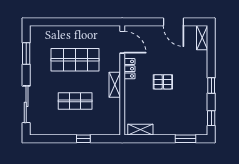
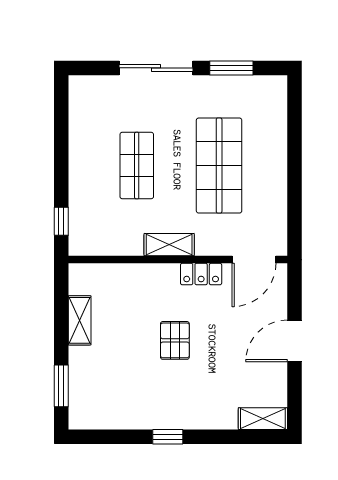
door: (174, 22) -> (295, 341), moved
sliding door: (26, 104) -> (156, 68), moved
window: (211, 118) -> (102, 437), removed
shelving: (140, 130) -> (80, 320), moved
window: (83, 139) -> (61, 221), moved

